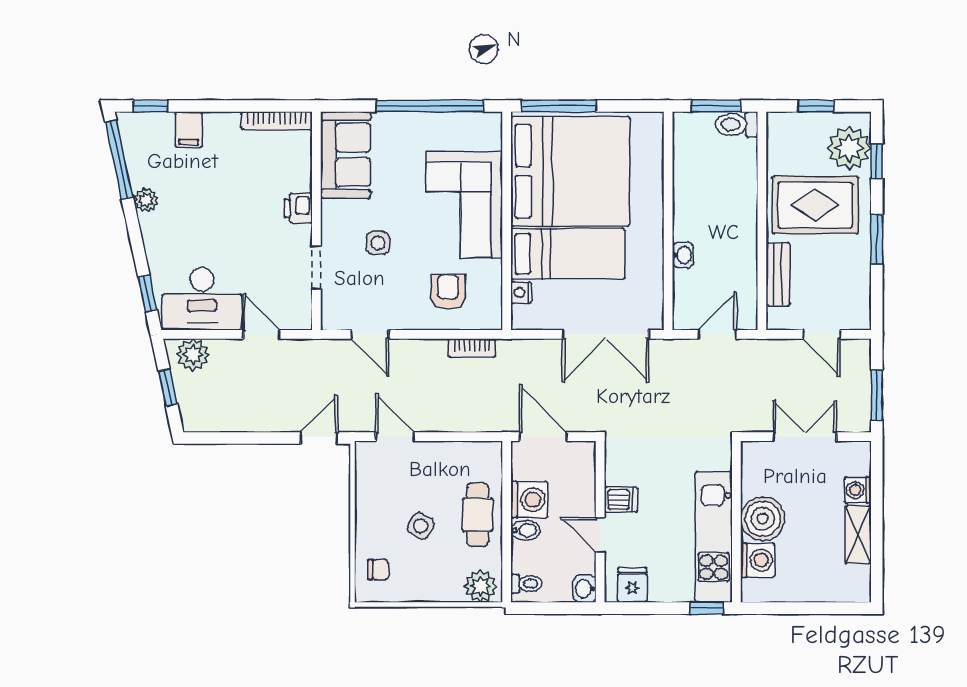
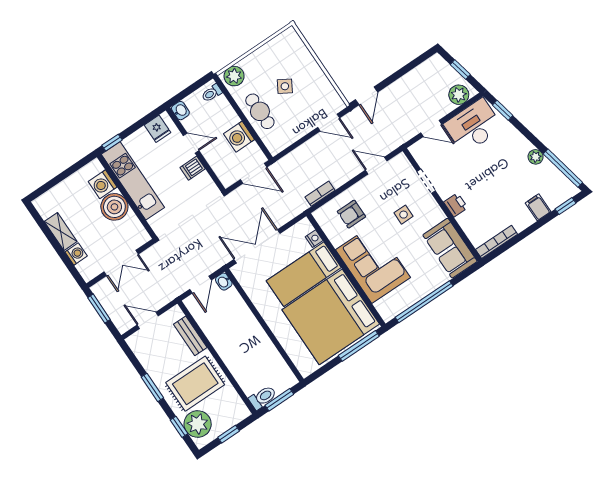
washbasin: (683, 255) -> (224, 282), moved
armchair: (448, 292) -> (351, 214), turned 90
bidet: (525, 530) -> (230, 120), removed
chair: (378, 570) -> (291, 49), removed

